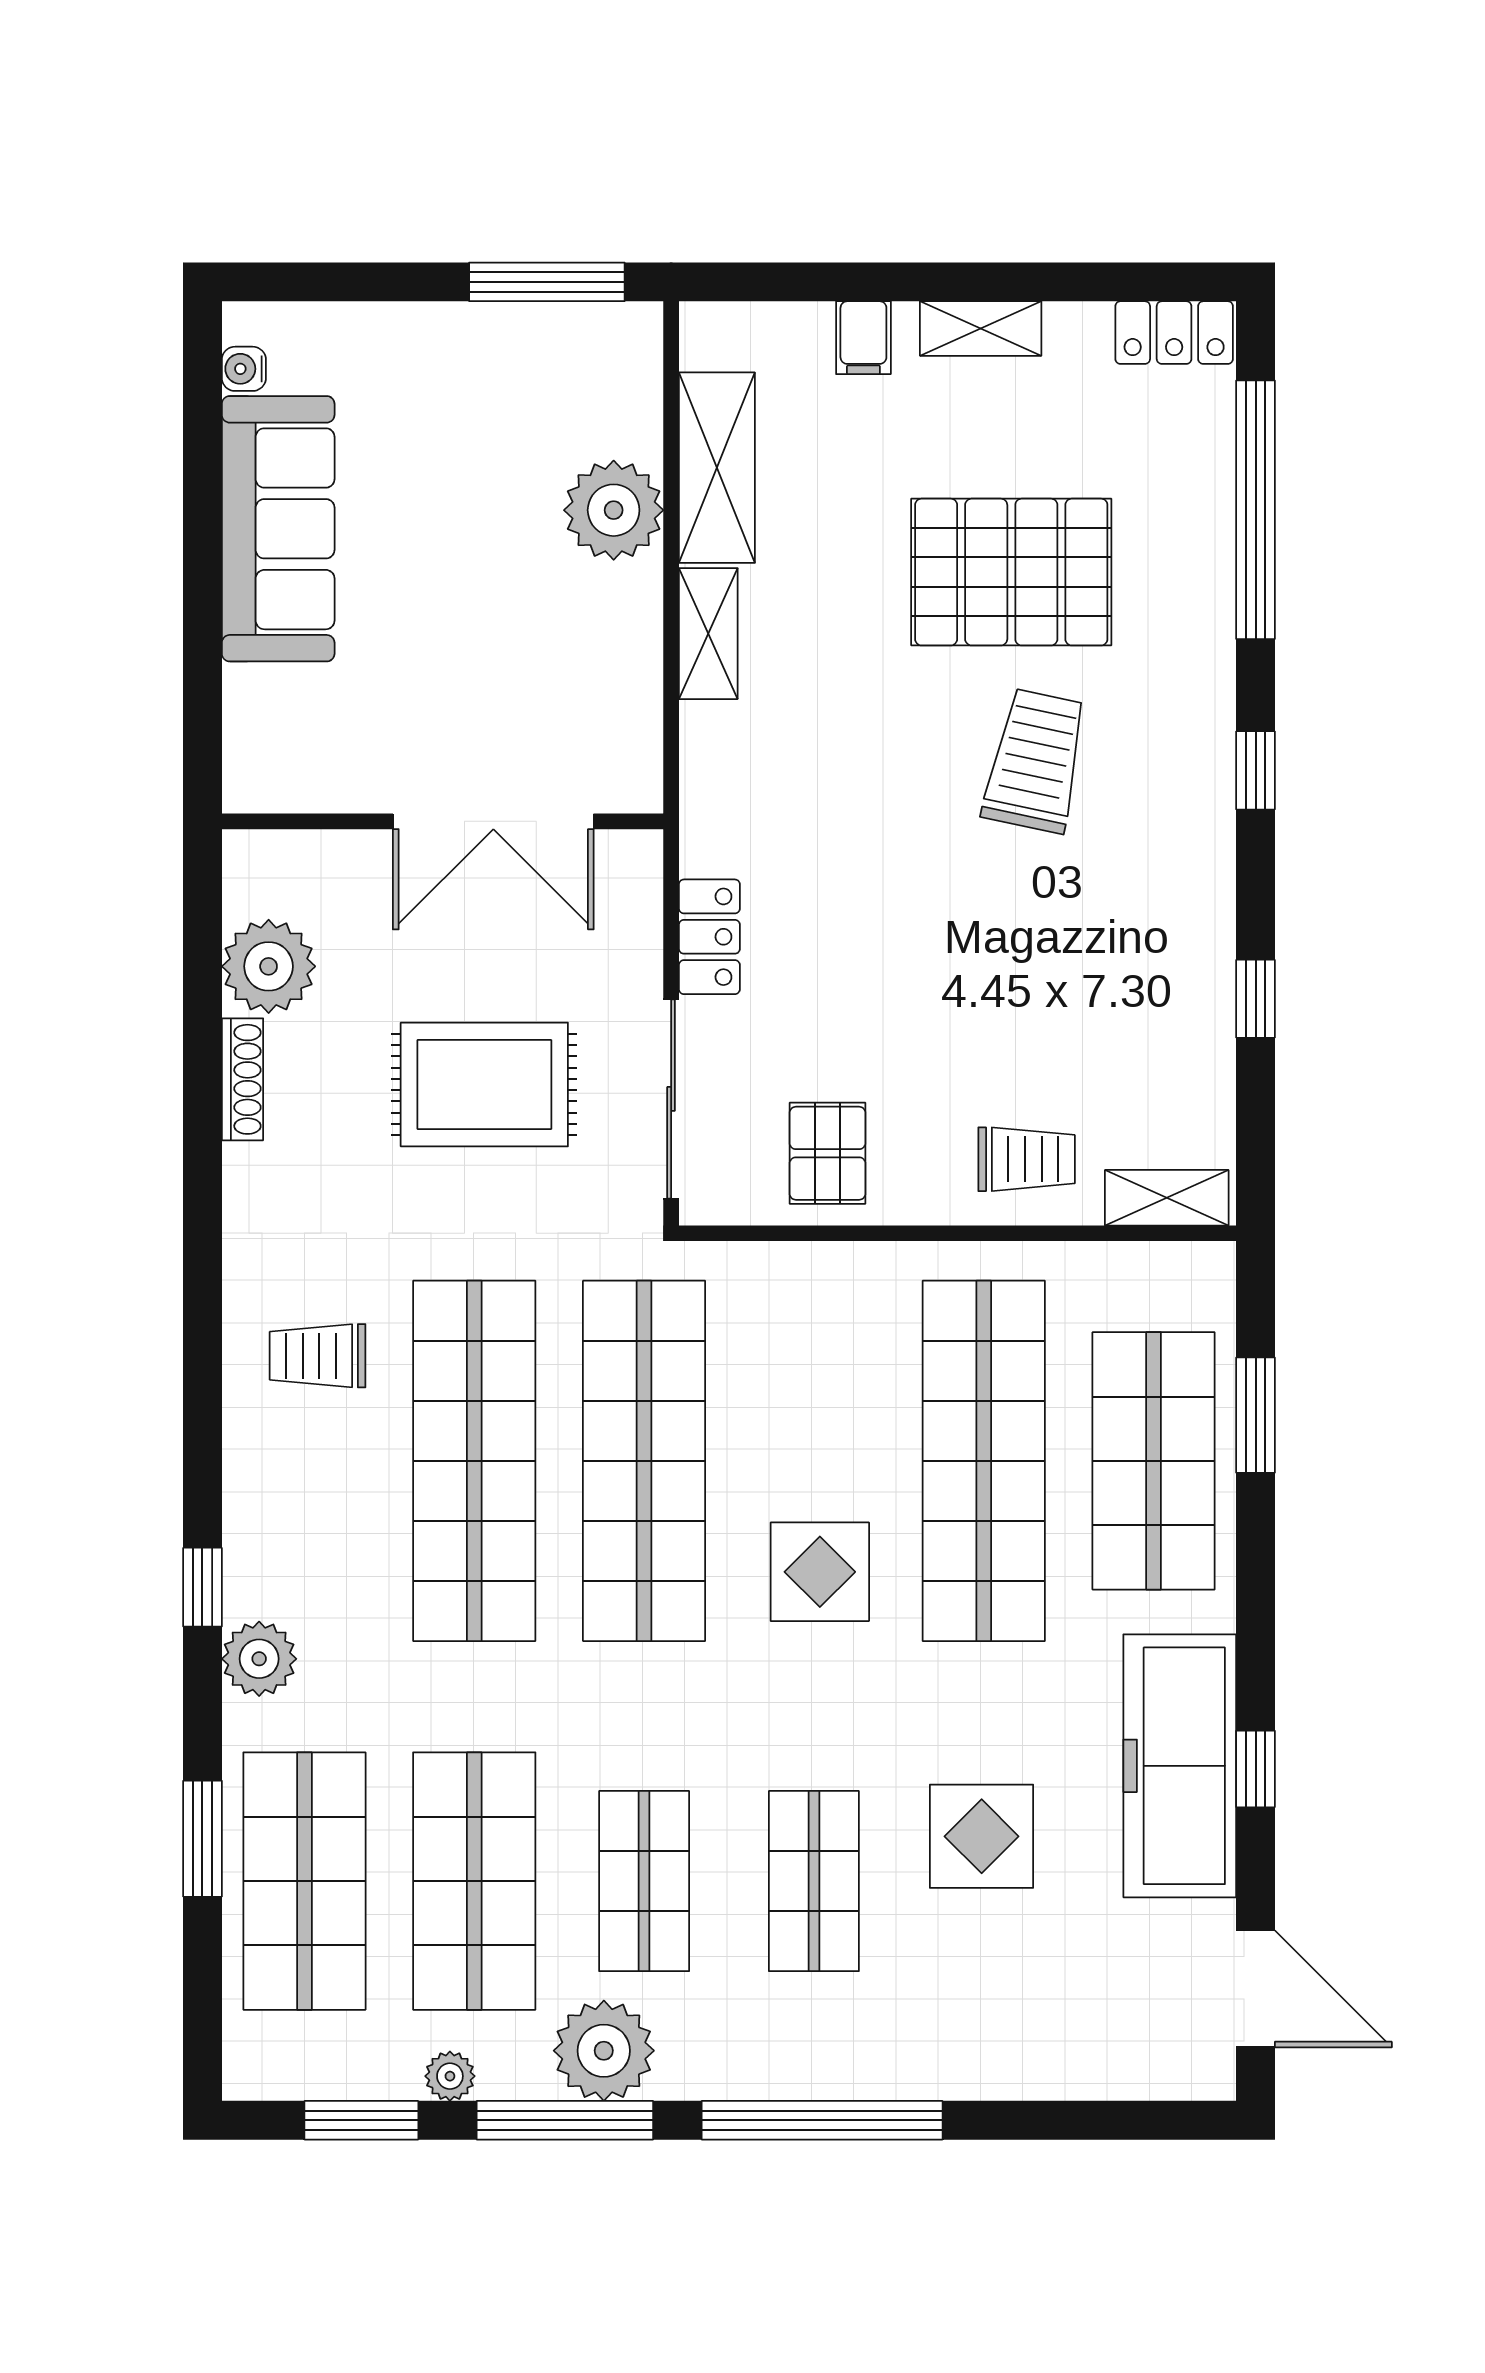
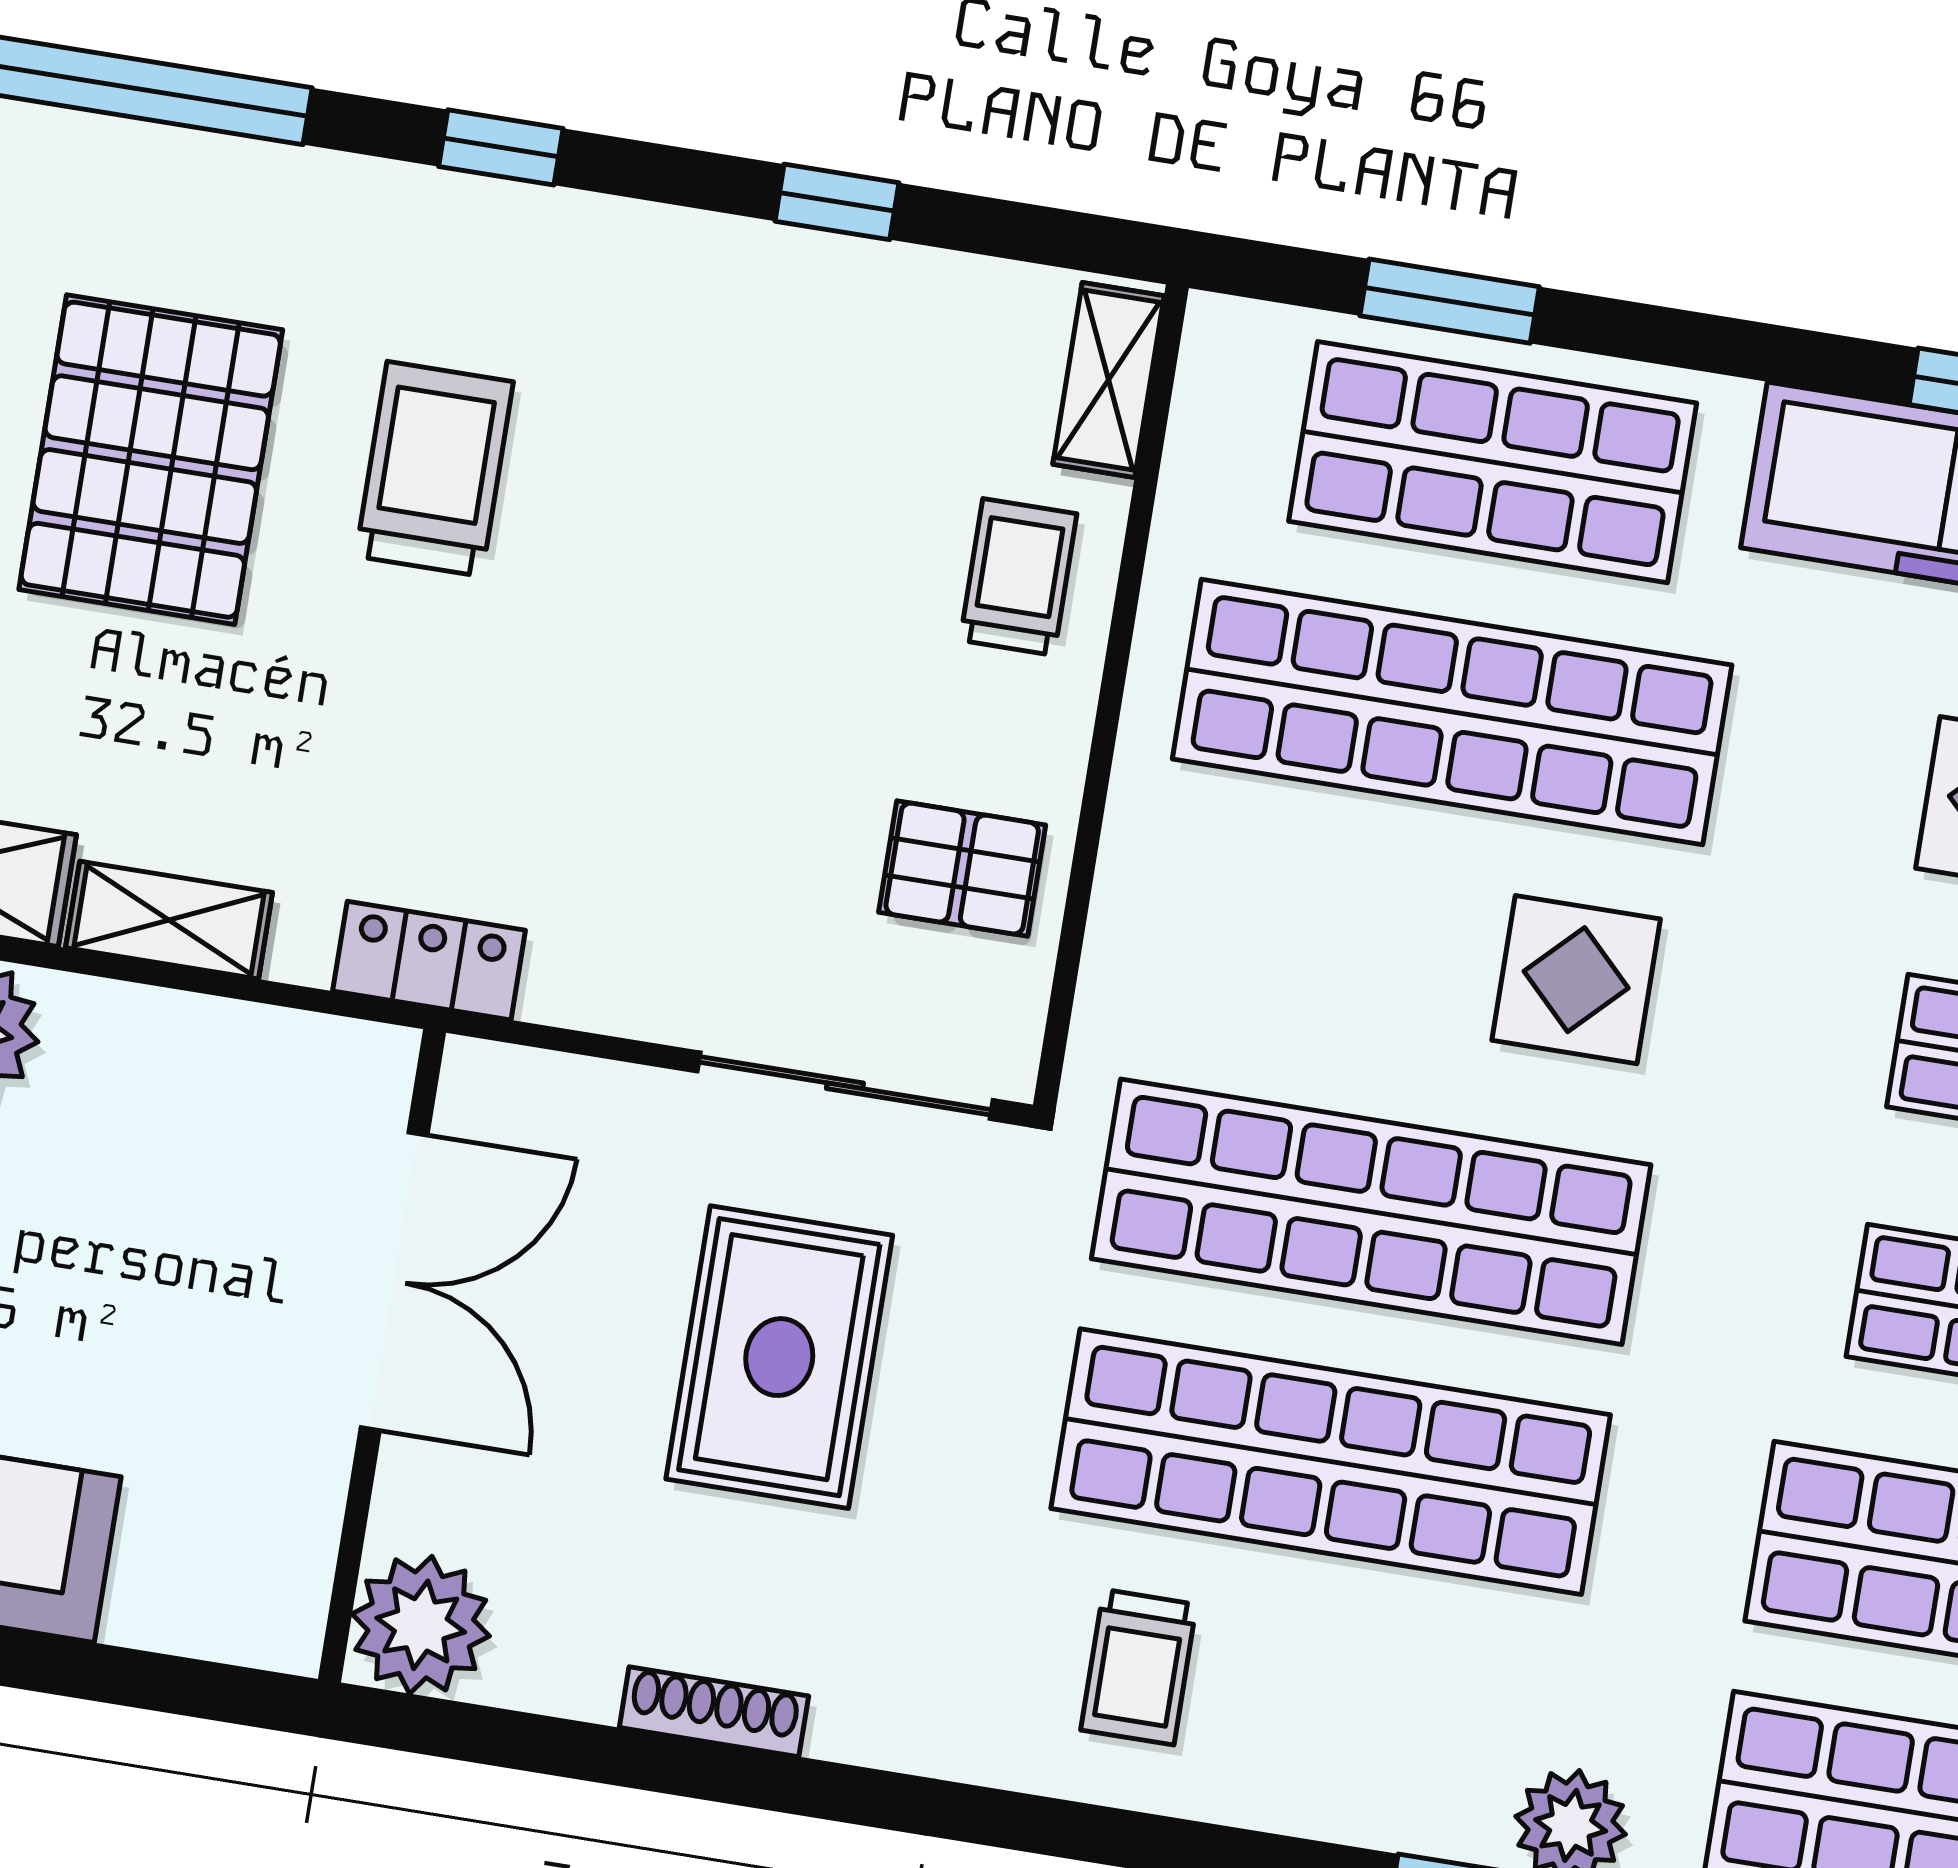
trolley: (1036, 761) -> (434, 469), turned 78
locker: (709, 937) -> (429, 961), moved
plant: (269, 966) -> (421, 1625), moved

